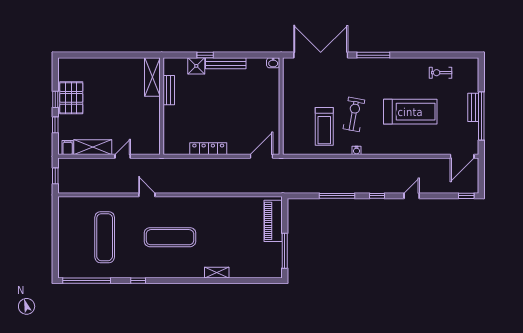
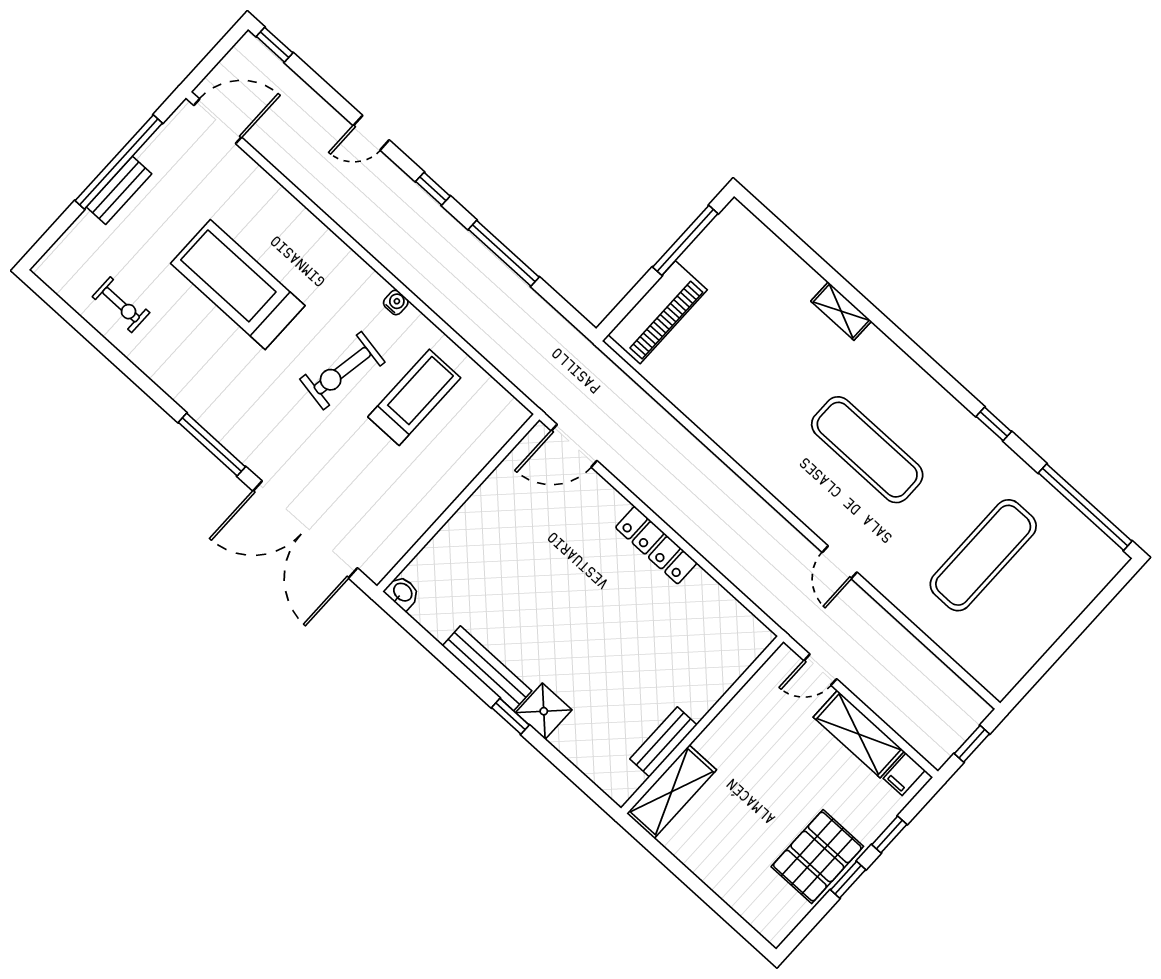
shelving: (152, 77) -> (672, 792), moved
bench: (169, 90) -> (663, 742), moved
wall: (162, 106) -> (702, 725), moved

